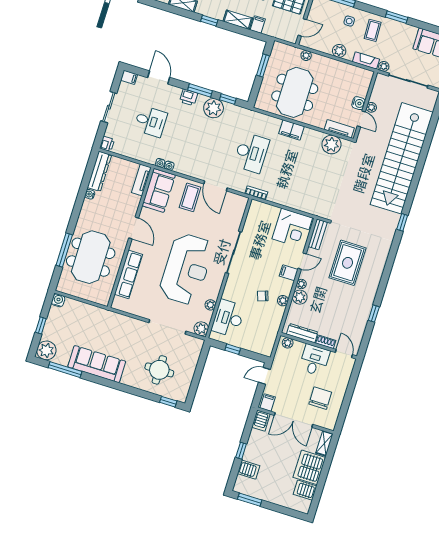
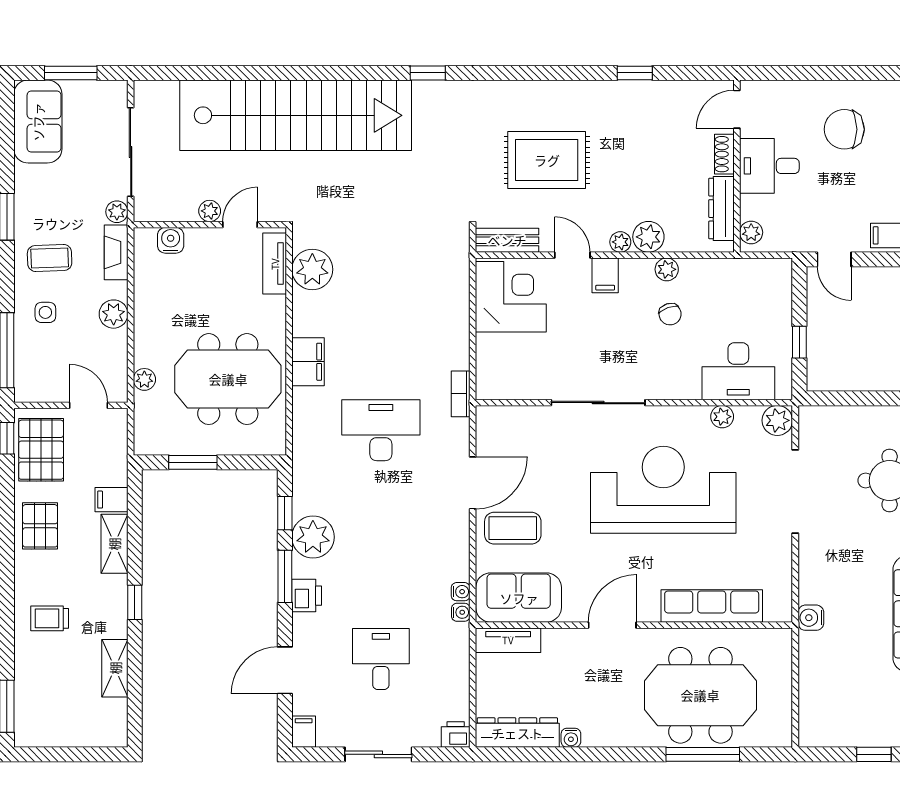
water cooler: (358, 103) -> (171, 240), moved
water cooler: (58, 300) -> (811, 618), moved

